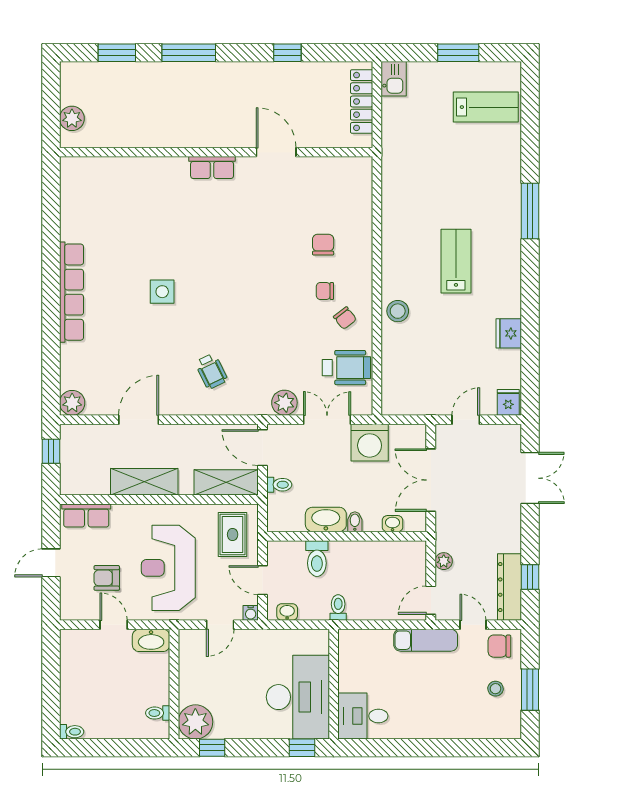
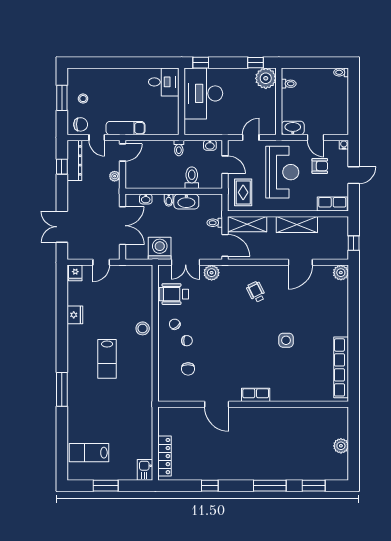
wall: (216, 152) -> (253, 404), moved
door: (276, 152) -> (217, 404), moved
row of seats: (212, 167) -> (256, 395), moved
row of seats: (71, 292) -> (341, 367), moved
water cooler: (251, 613) -> (344, 145), moved

